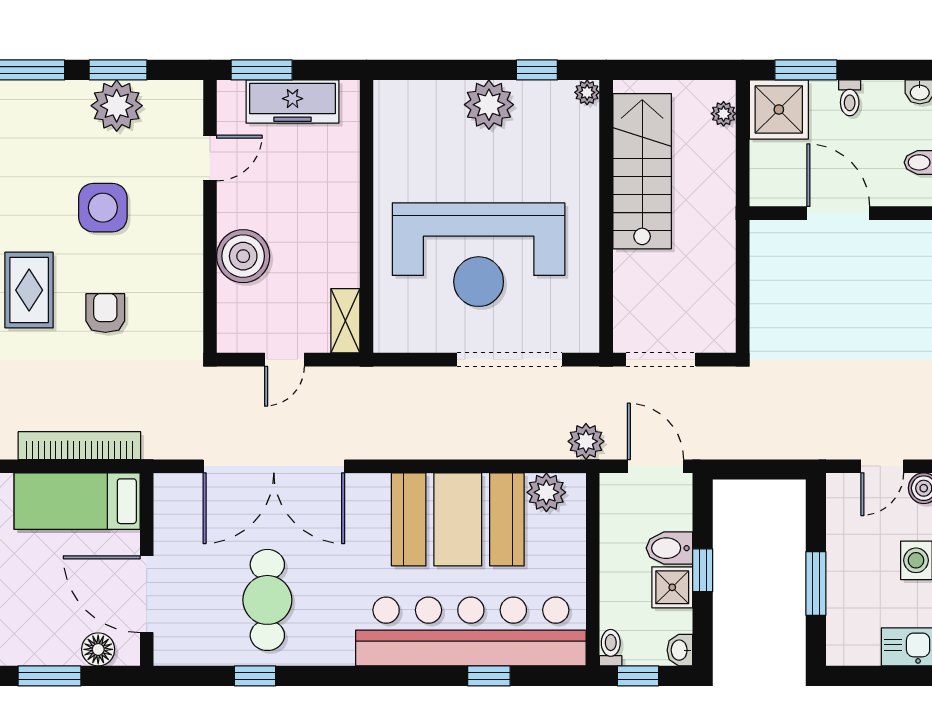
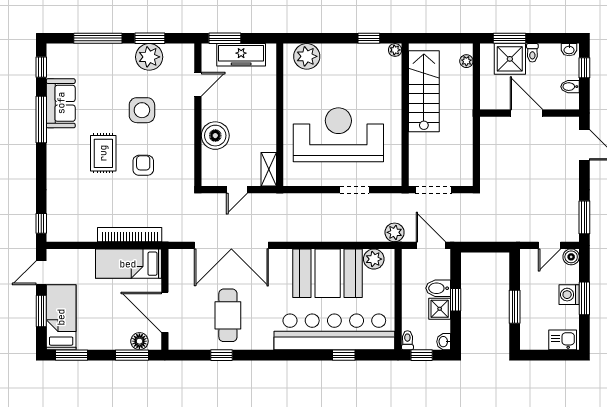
plant: (489, 105) -> (307, 56), moved
shower: (779, 109) -> (510, 59), moved
reception desk: (479, 255) -> (338, 135), turned 180
doorway: (509, 360) -> (354, 190), width x0.53
window: (50, 676) -> (132, 355), moved

